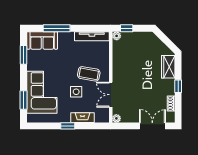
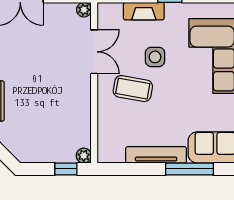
tv unit: (92, 36) -> (156, 155), moved

